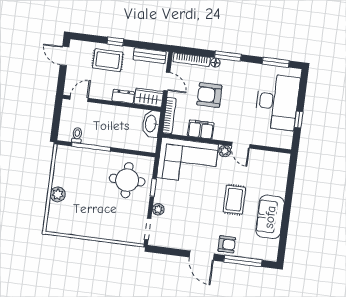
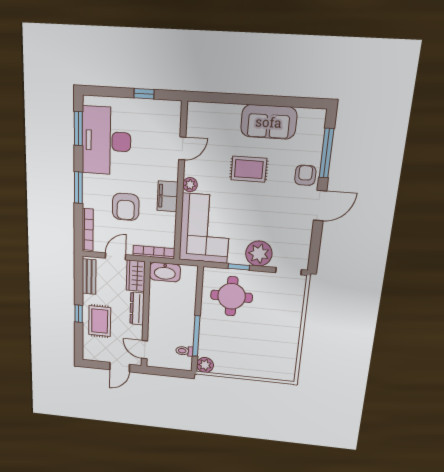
door: (65, 56) -> (120, 367), moved
floor lamp: (215, 63) -> (88, 202), removed
dresser: (123, 96) -> (137, 308), width x1.44
desk: (277, 102) -> (106, 141), moved, turned -90
filing cabinet: (201, 129) -> (167, 196), moved
door: (241, 145) -> (182, 148), moved
plant: (58, 194) -> (205, 365), moved
plant: (158, 209) -> (259, 254), width x1.88, depth x1.88

